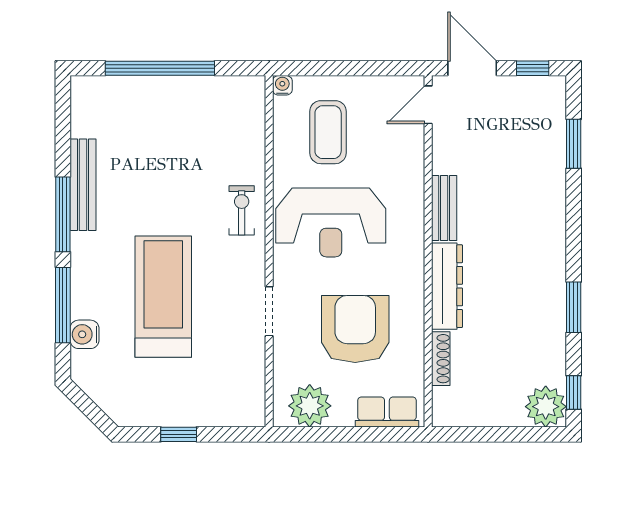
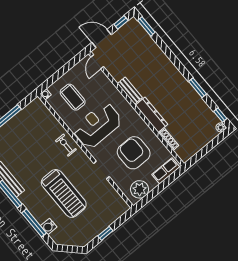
window: (574, 144) -> (146, 26), moved
reception desk: (331, 223) -> (98, 125), turned 180
treadmill: (163, 297) -> (64, 193), turned 180
plant: (546, 407) -> (221, 127), width x0.53, depth x0.53

